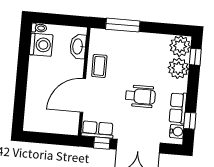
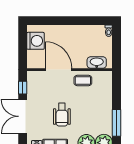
window: (123, 25) -> (117, 123), moved
washing machine: (41, 45) -> (36, 41), moved, turned -90
row of seats: (98, 130) -> (33, 83), removed

